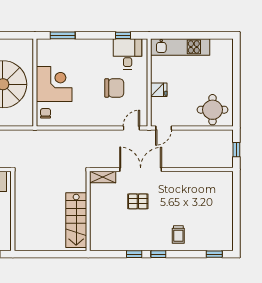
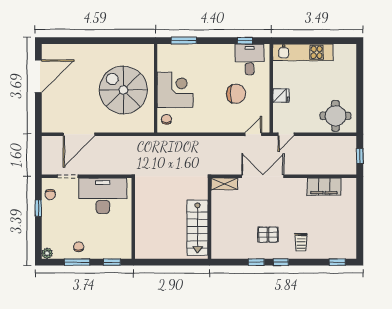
filing cabinet: (201, 180) -> (324, 187), added
pallet: (138, 201) -> (268, 235), moved

